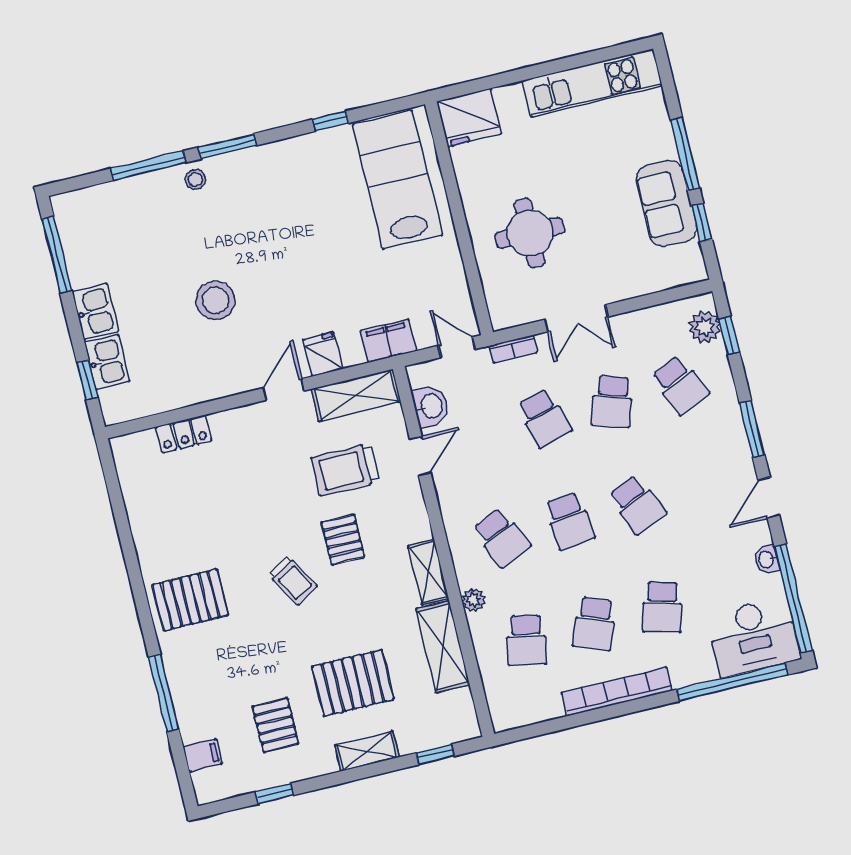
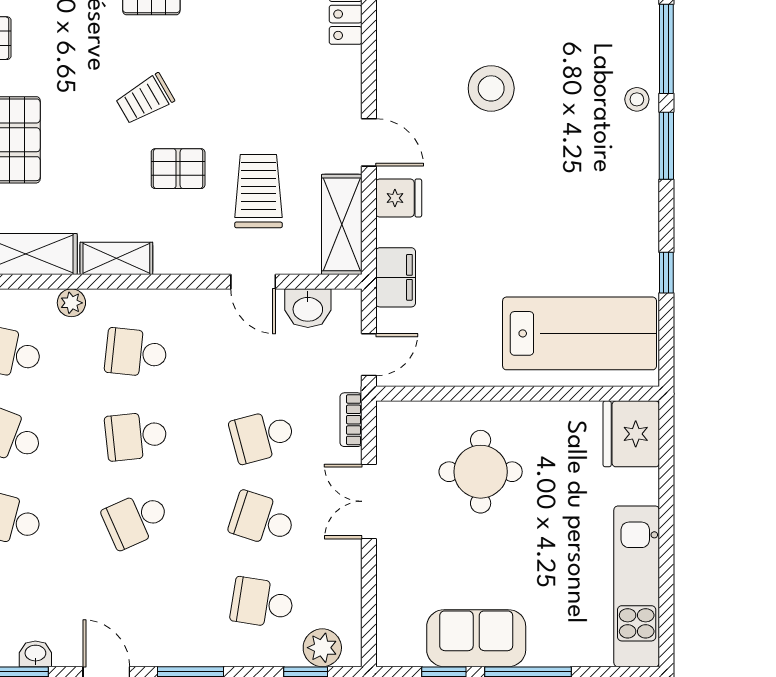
school desk: (680, 385) -> (262, 603), turned 33
school desk: (501, 537) -> (136, 353), turned 30

